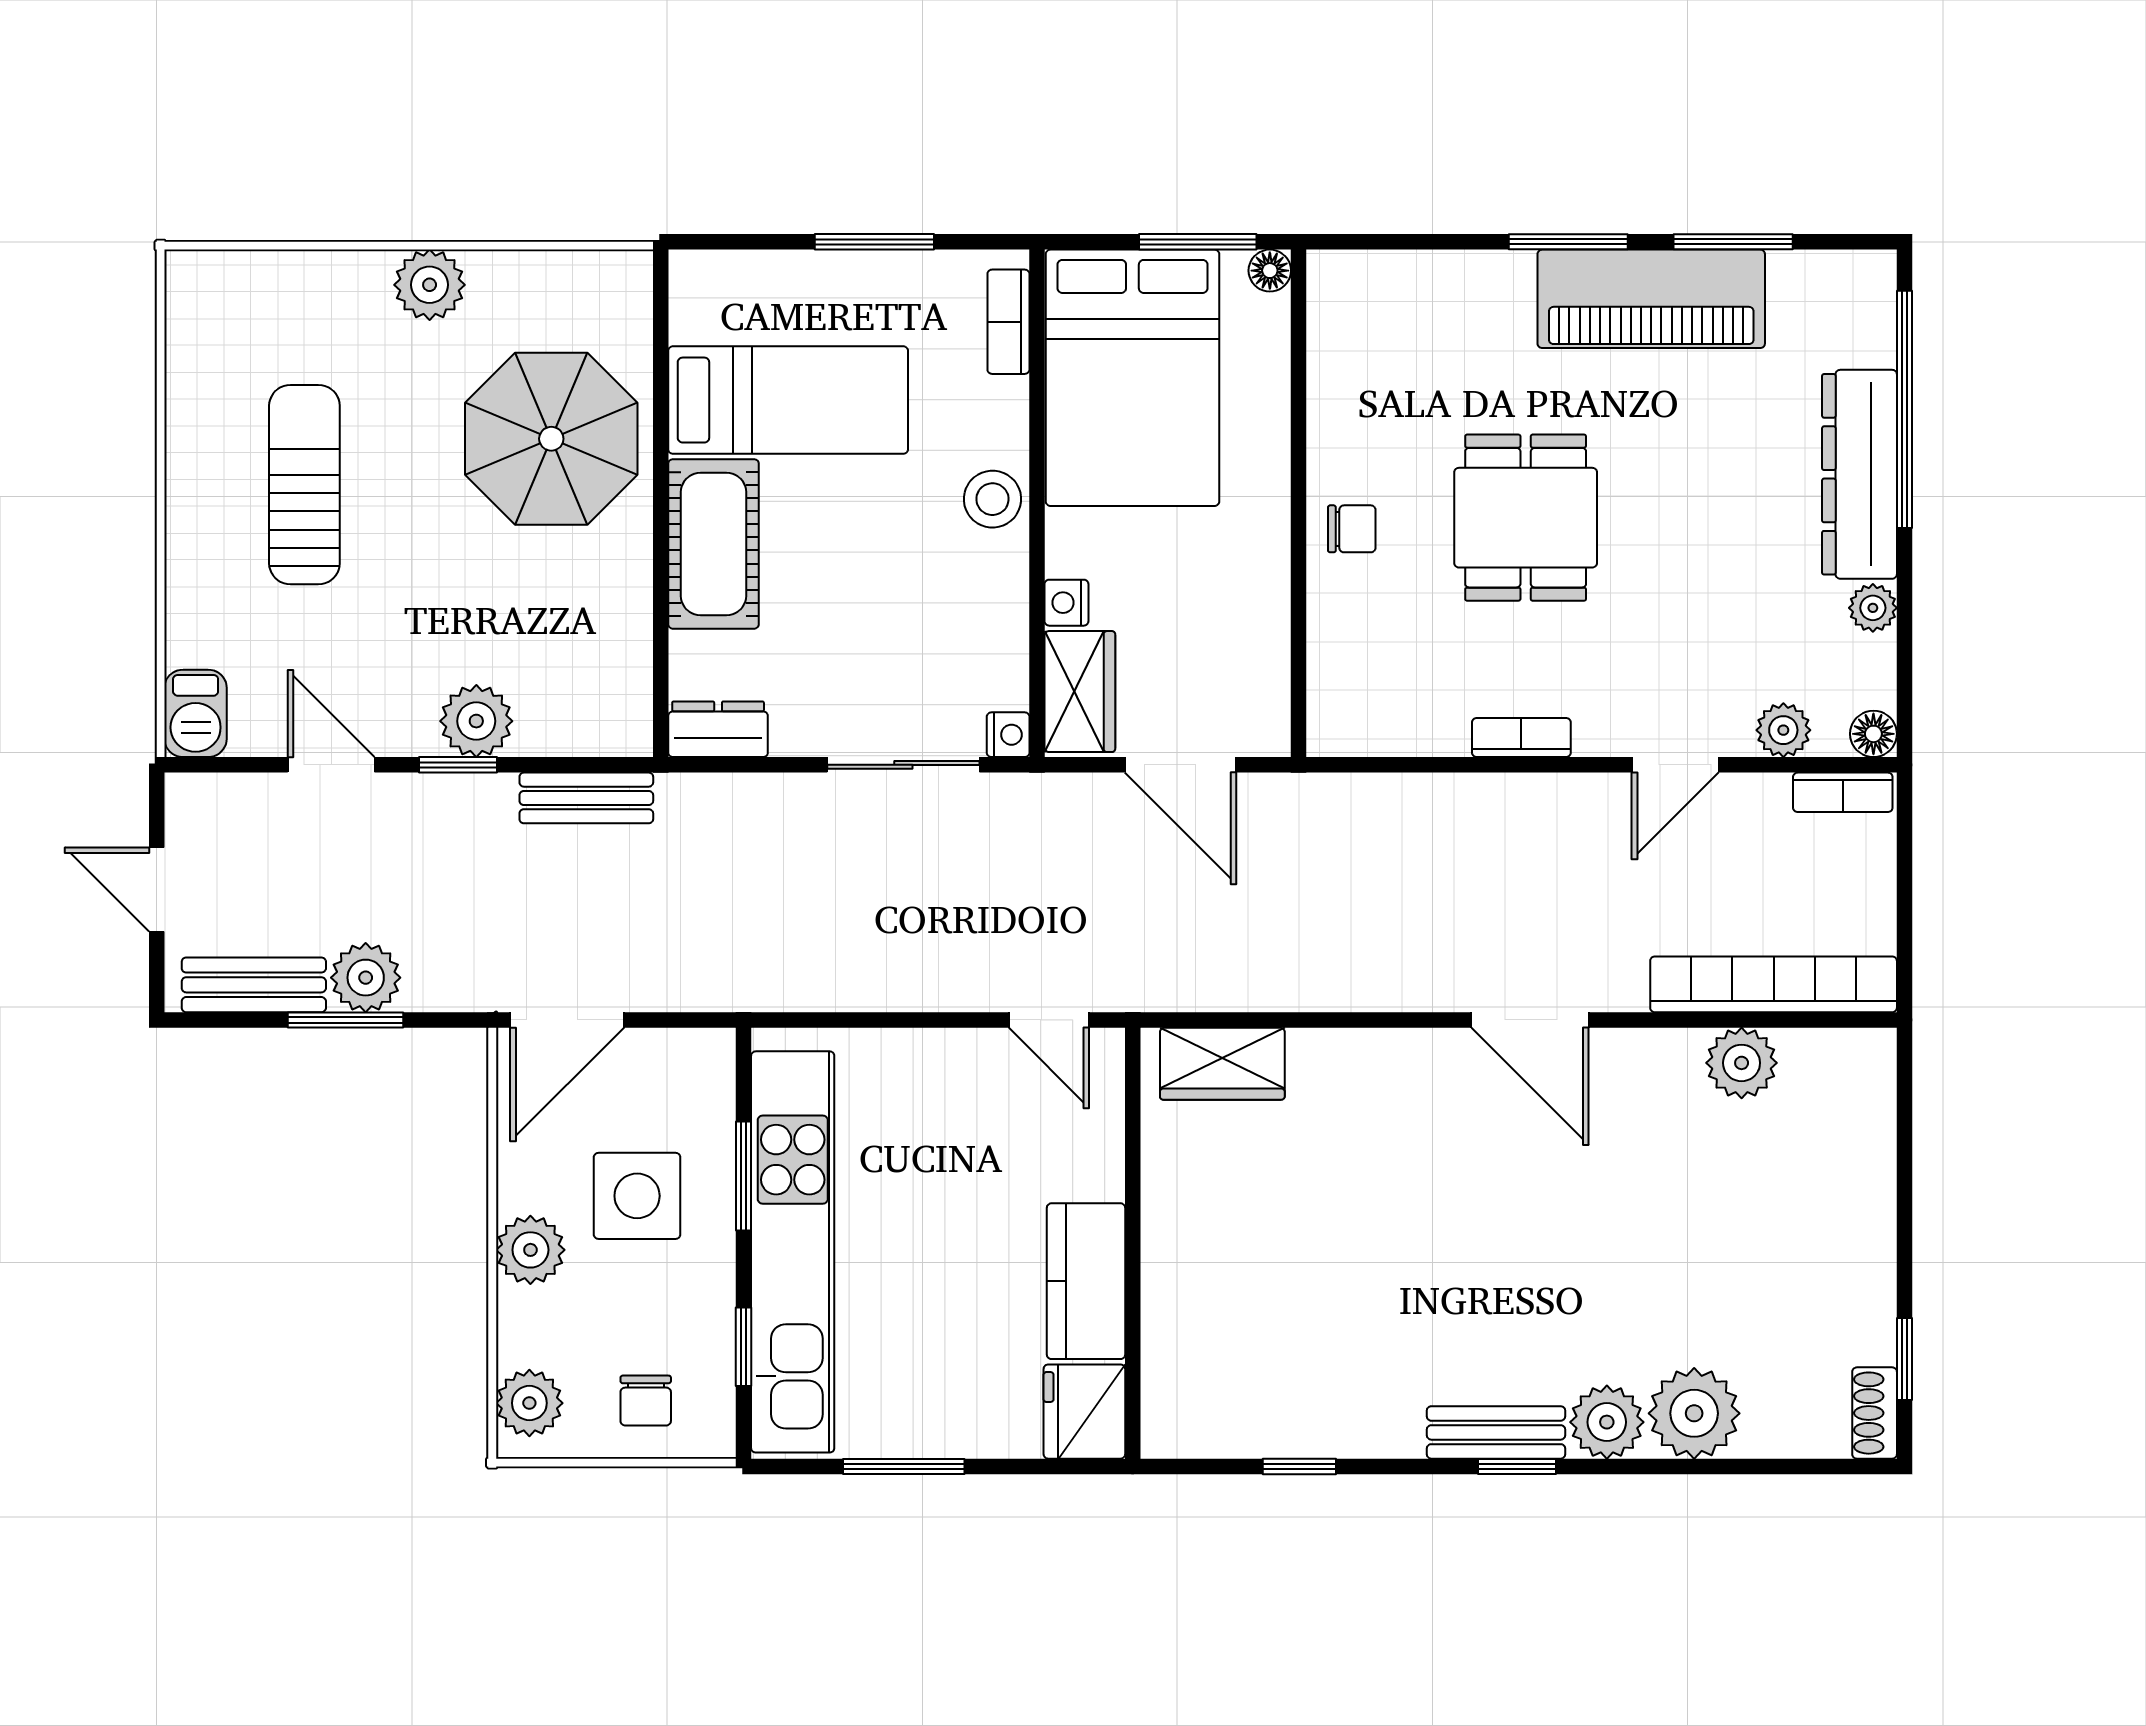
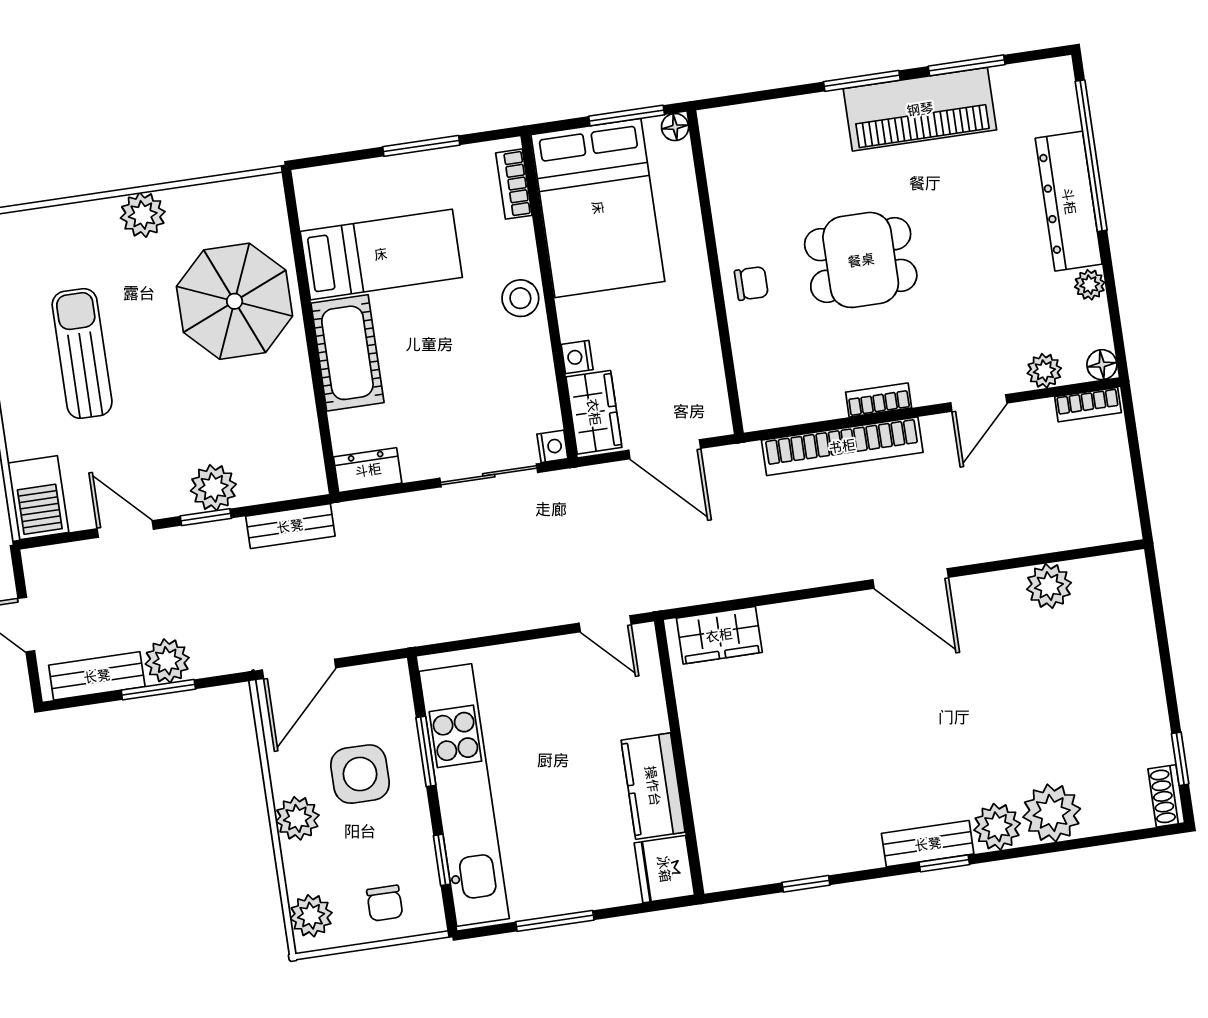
dining table: (1526, 518) -> (861, 260), turned 90
barbecue: (196, 713) -> (38, 498), width x1.38, depth x1.27
bookcase: (1774, 984) -> (842, 446), moved, turned 180

